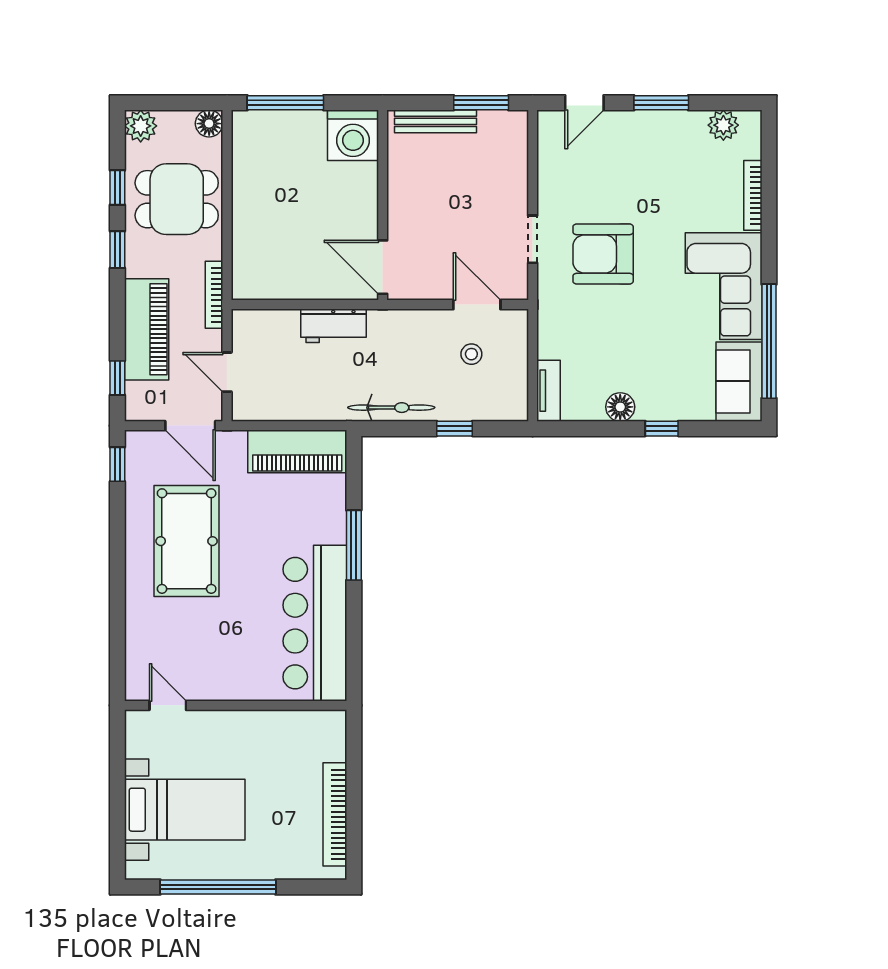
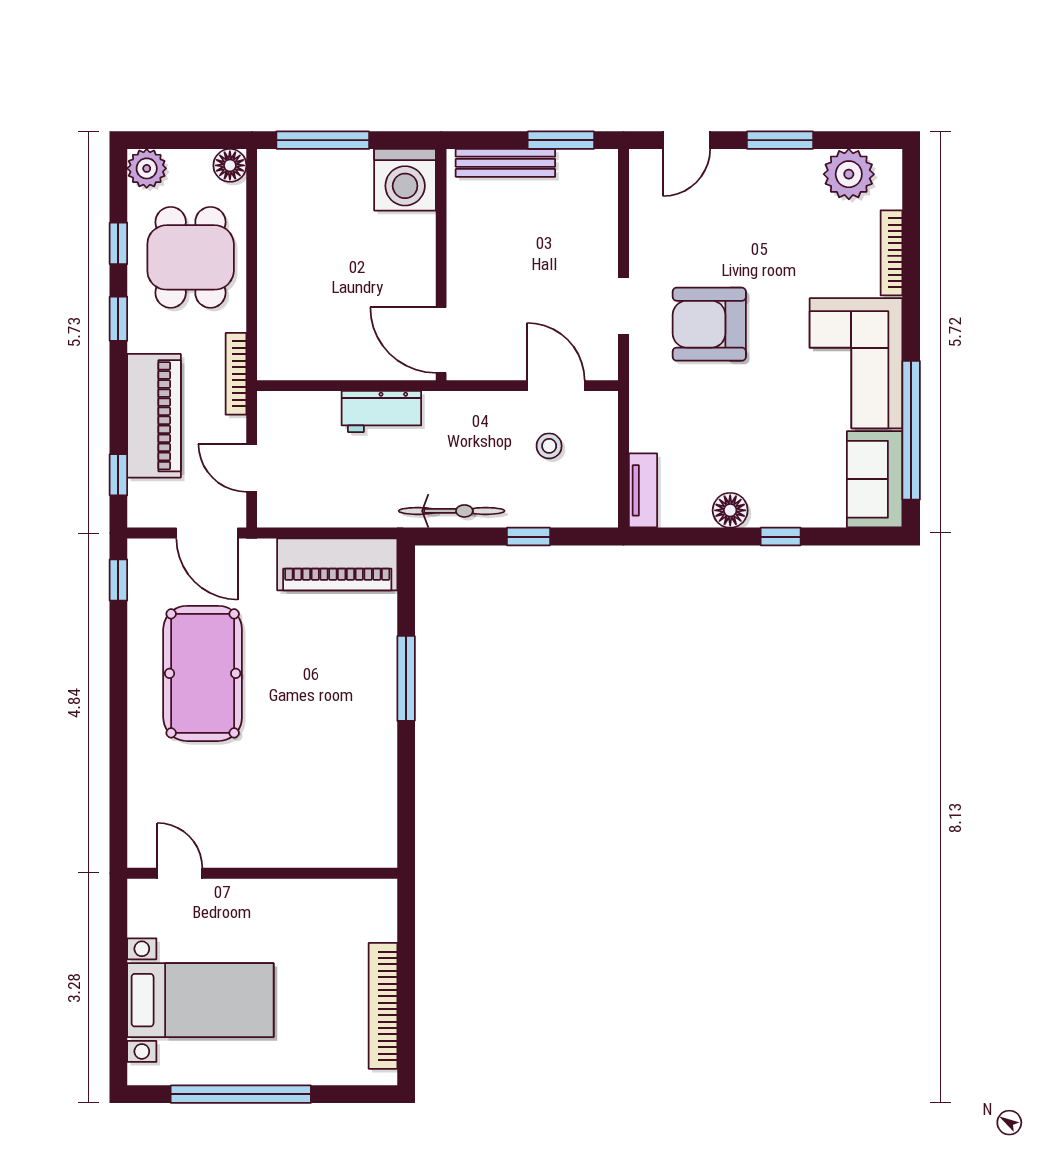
plant: (723, 125) -> (849, 174), width x1.36, depth x1.36
dining table: (177, 199) -> (191, 257), turned 90
bar counter: (315, 623) -> (359, 773), removed

